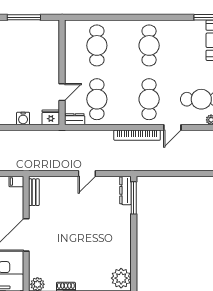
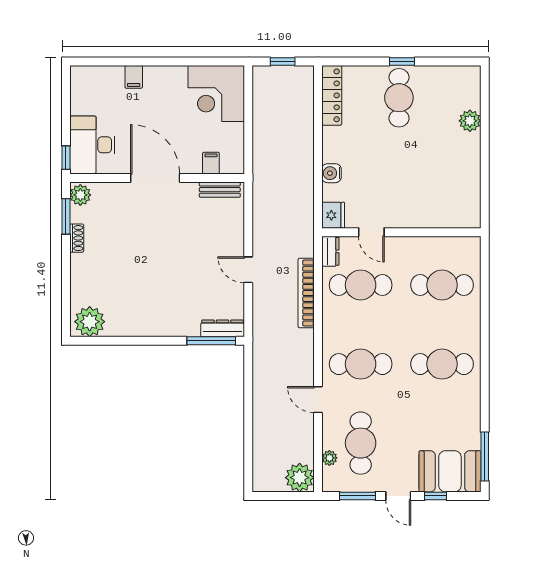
window: (24, 17) -> (485, 174), removed
bookcase: (137, 135) -> (306, 293), moved
filing cabinet: (16, 181) -> (211, 163), moved

